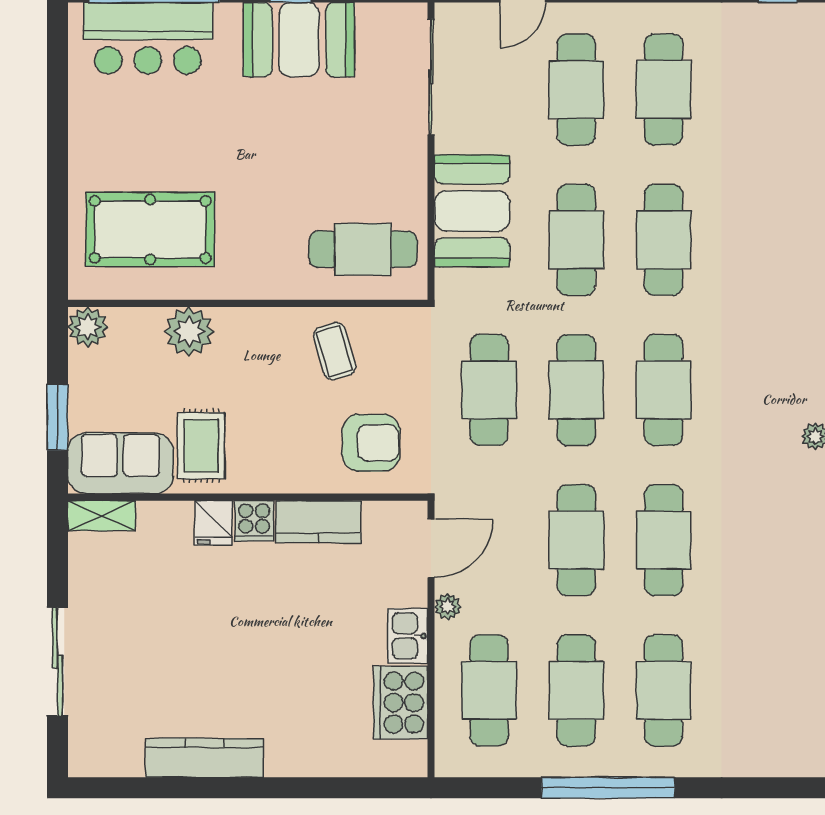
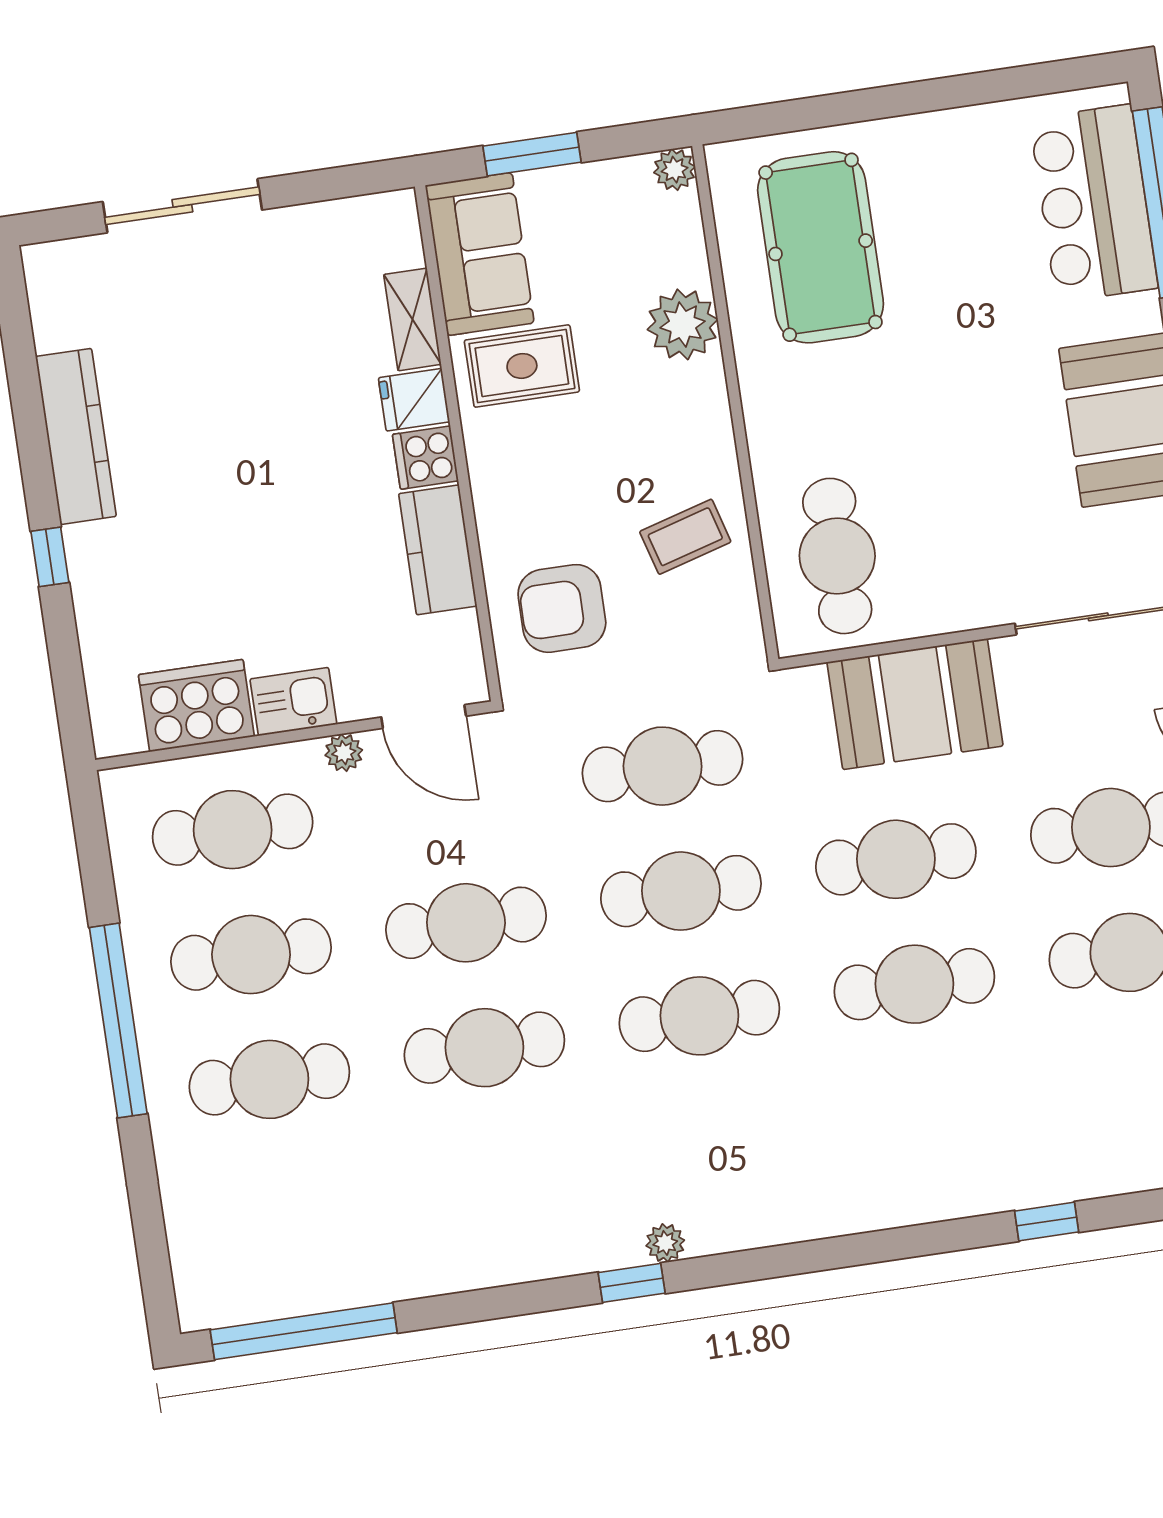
plant: (88, 327) -> (675, 170), width x0.73, depth x0.73
armchair: (371, 443) -> (562, 608), turned 90
shelving: (101, 516) -> (412, 319), moved
window: (284, 788) -> (50, 557), added

